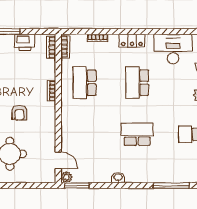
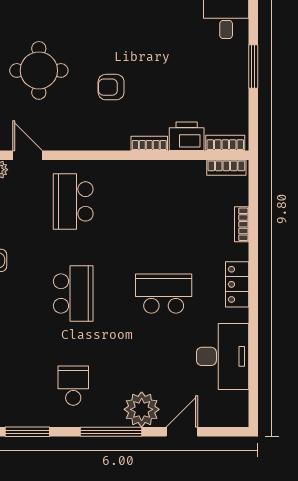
printer: (25, 42) -> (187, 136), moved, turned 90
school desk: (85, 83) -> (73, 201), moved, turned -90
door: (58, 160) -> (28, 155), swing flipped

